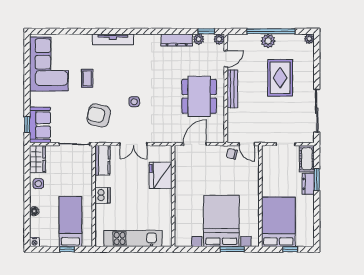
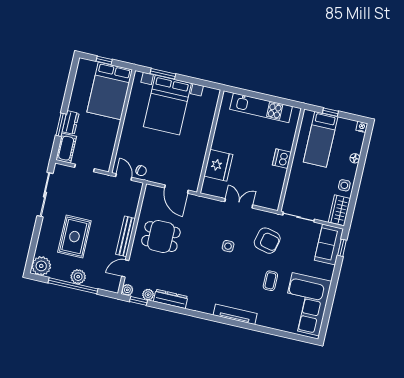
plant: (309, 39) -> (41, 266), width x1.87, depth x1.87
dining table: (199, 96) -> (161, 237), width x0.73
door: (195, 144) -> (176, 189), hinge flipped
kitchen counter: (102, 160) -> (274, 194), removed

